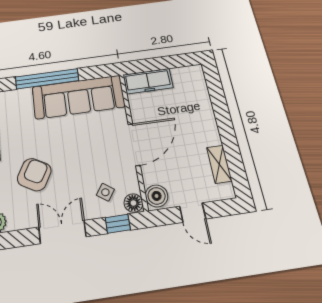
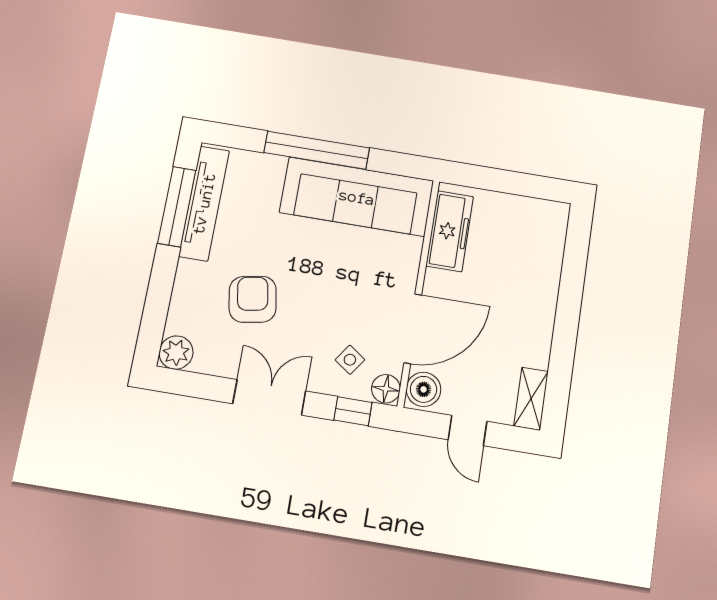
freezer: (148, 81) -> (450, 231), moved, turned -90
door: (134, 145) -> (413, 329), moved
shelving: (219, 164) -> (531, 399), moved
armchair: (34, 175) -> (253, 299), turned -39

